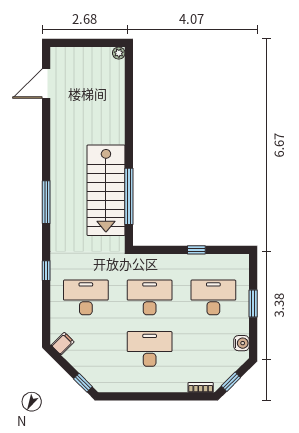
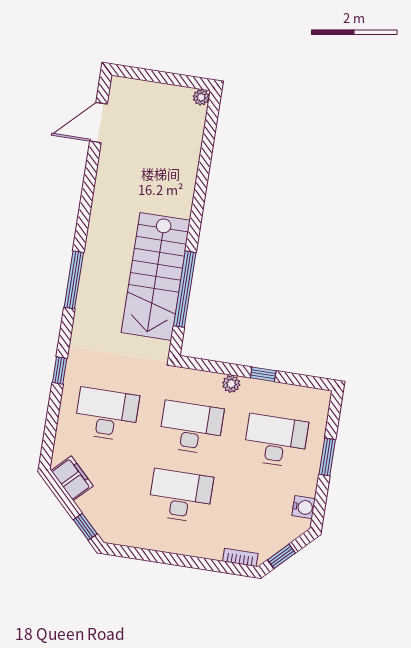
plant: (174, 261) -> (231, 384), added
filing cabinet: (63, 344) -> (72, 478), width x2.00

